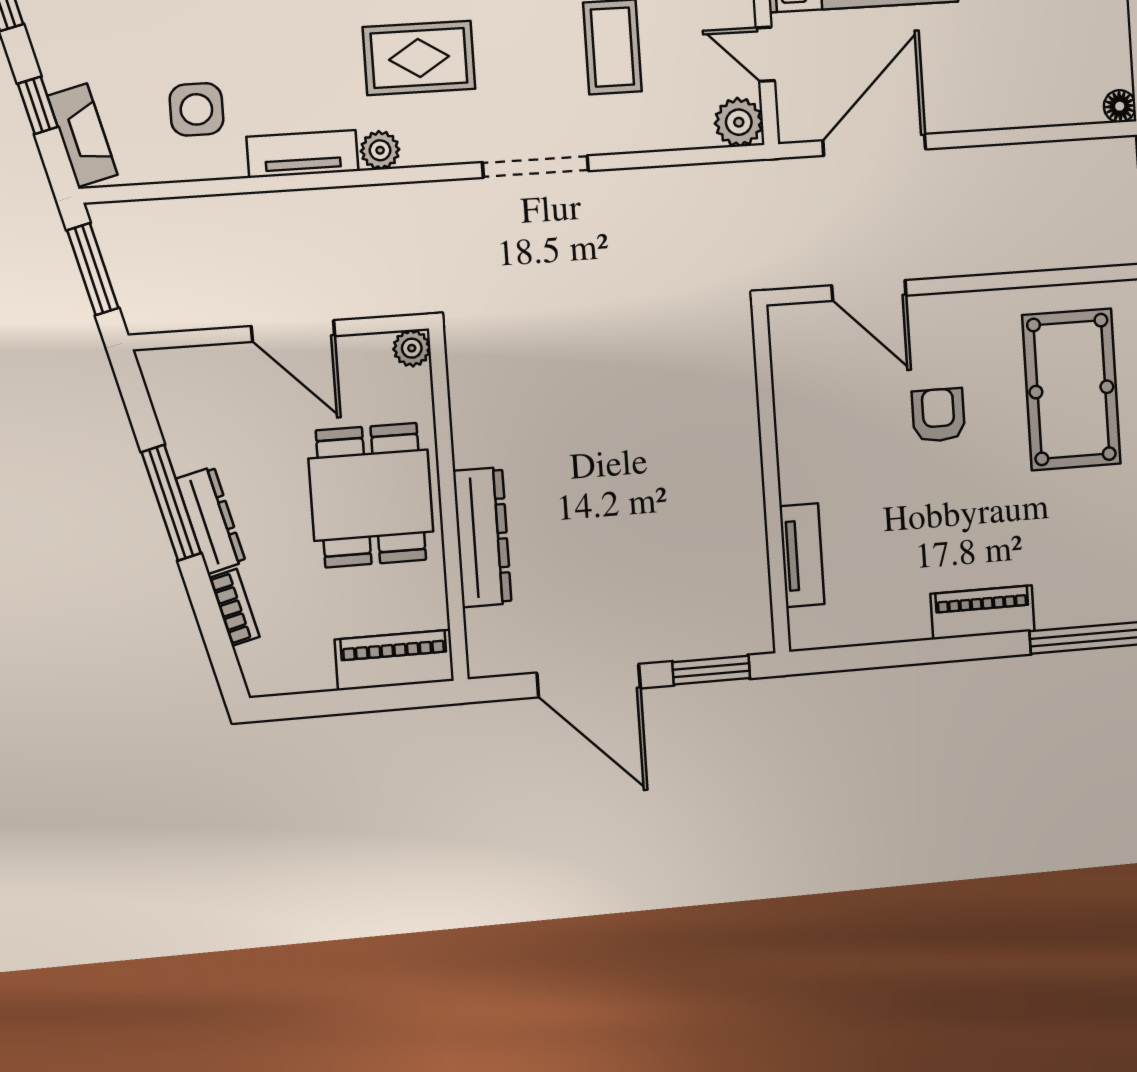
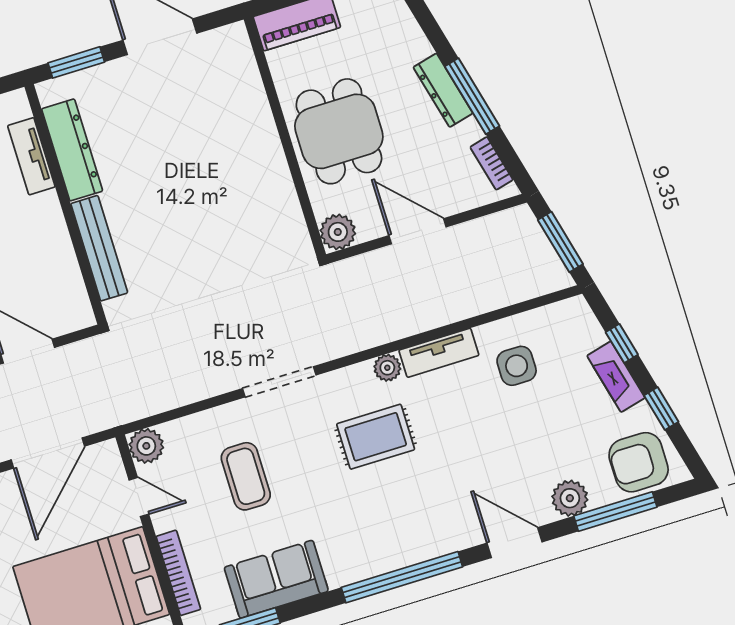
fireplace: (82, 135) -> (616, 377), moved
plant: (412, 348) -> (338, 232), width x1.38, depth x1.38
bench: (739, 409) -> (99, 248), added
dresser: (482, 537) -> (72, 150), moved, turned 180
bookcase: (234, 607) -> (492, 163), moved

